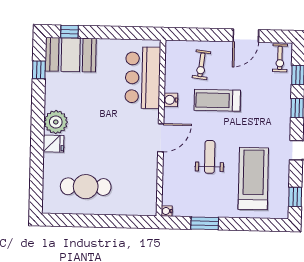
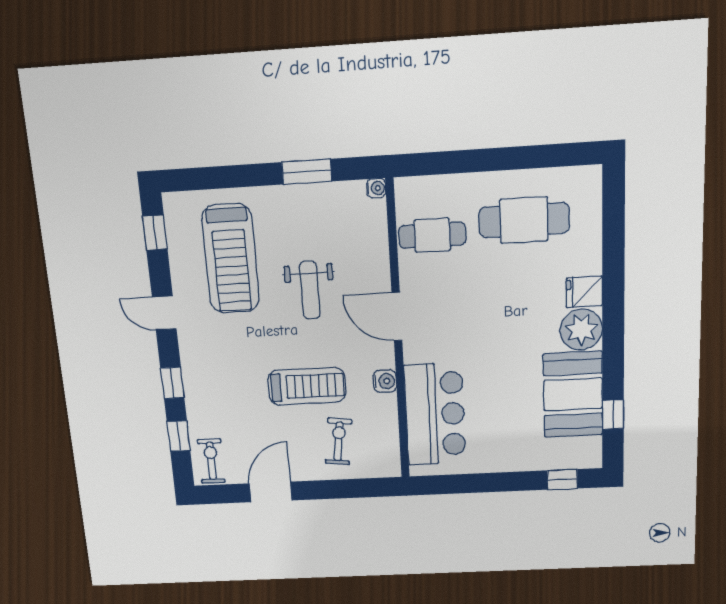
booth: (71, 55) -> (573, 394), moved, turned 90
door: (161, 138) -> (397, 317), hinge flipped
cafe table: (137, 182) -> (432, 235), added

